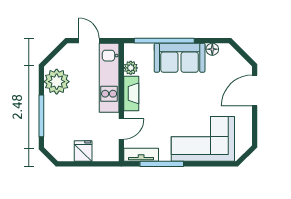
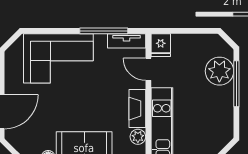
plant: (57, 82) -> (219, 71), moved
door: (121, 129) -> (148, 69), hinge flipped
fridge: (83, 151) -> (161, 45), moved

